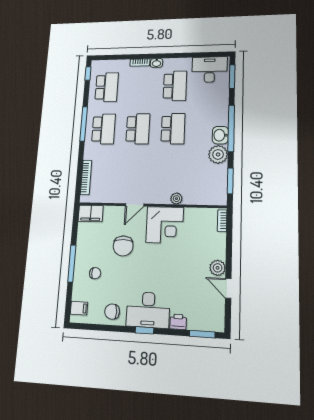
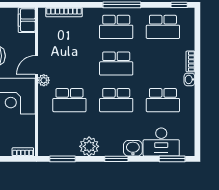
desk: (209, 70) -> (161, 142), moved, turned 90
window: (231, 128) -> (116, 159), width x0.47
washbasin: (220, 135) -> (133, 148), moved
school desk: (171, 173) -> (69, 100), added
plant: (176, 199) -> (44, 80), moved
door: (135, 205) -> (36, 65), hinge flipped

